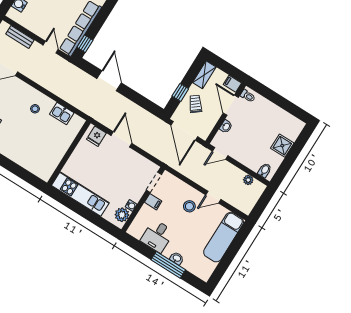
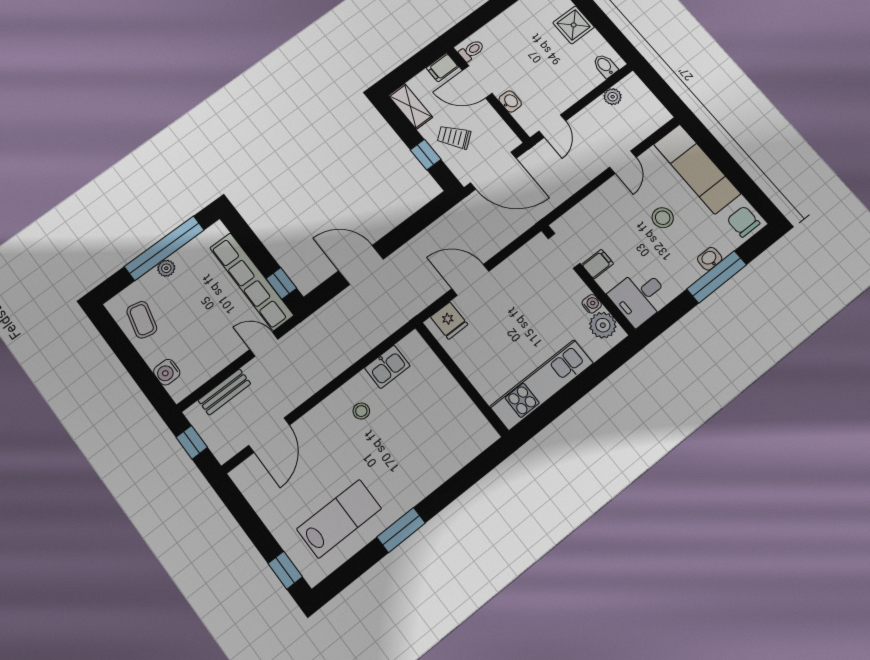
stool: (189, 206) -> (663, 218), moved
desk: (157, 236) -> (640, 297), moved, turned 90
chair: (203, 270) -> (743, 222), added

